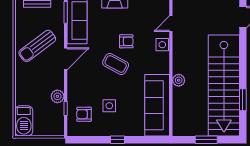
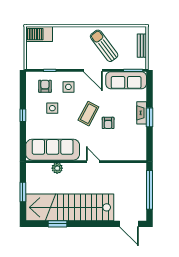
door: (171, 24) -> (93, 162), moved
side table: (162, 45) -> (68, 87), moved
plant: (179, 80) -> (57, 168), moved
plant: (57, 96) -> (60, 63), removed

